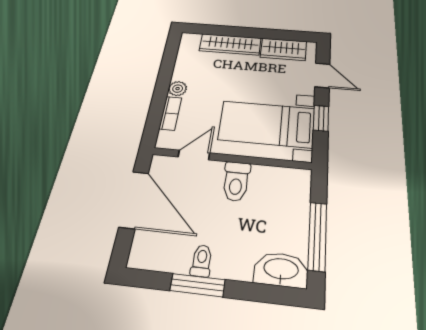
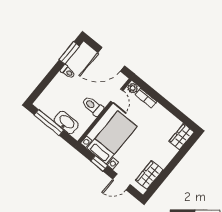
wardrobe: (230, 44) -> (182, 137), moved, width x0.67
plant: (178, 89) -> (133, 88), moved
washbasin: (281, 270) -> (66, 122), moved, turned -90
window: (197, 285) -> (69, 53), moved

